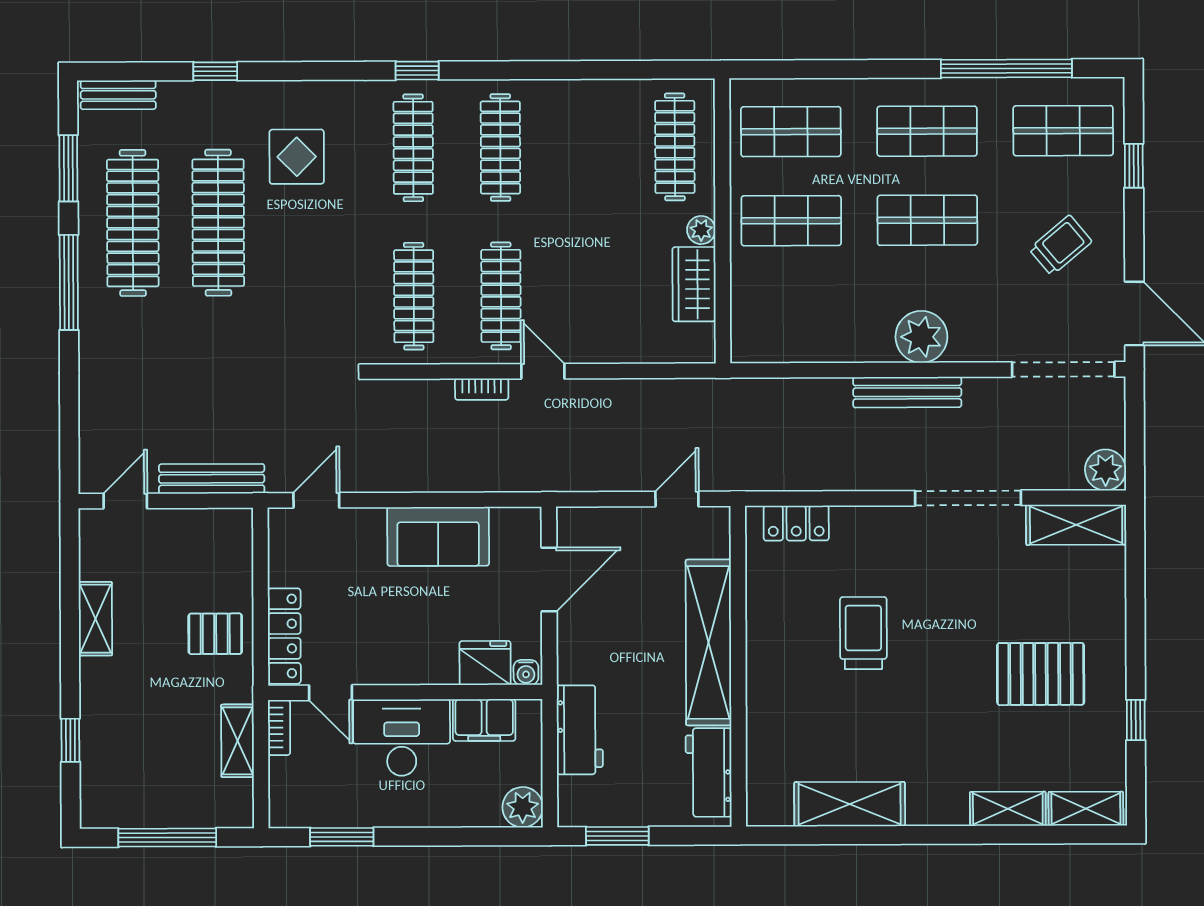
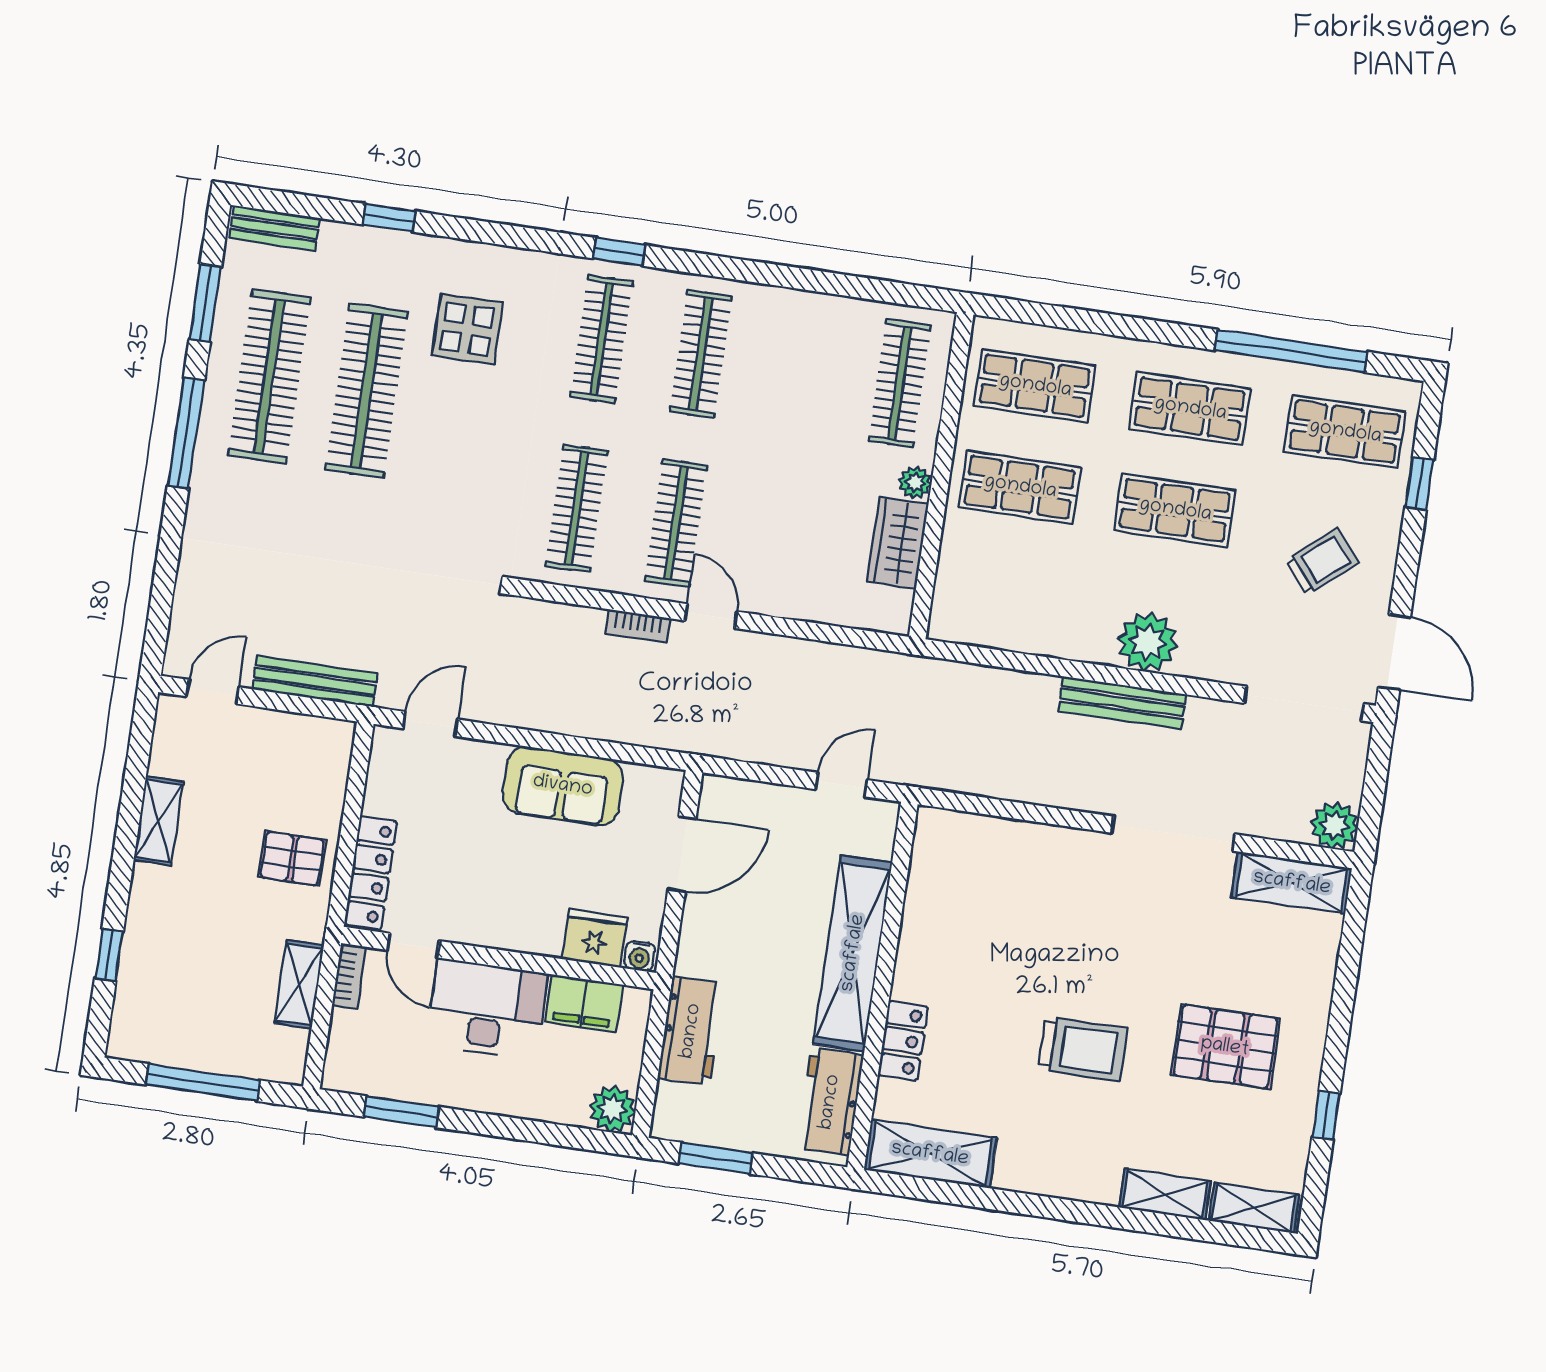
locker: (796, 523) -> (903, 1041), moved, turned -90
trolley: (863, 633) -> (1083, 1049), moved, turned 90
shelving: (850, 804) -> (930, 1154), moved

